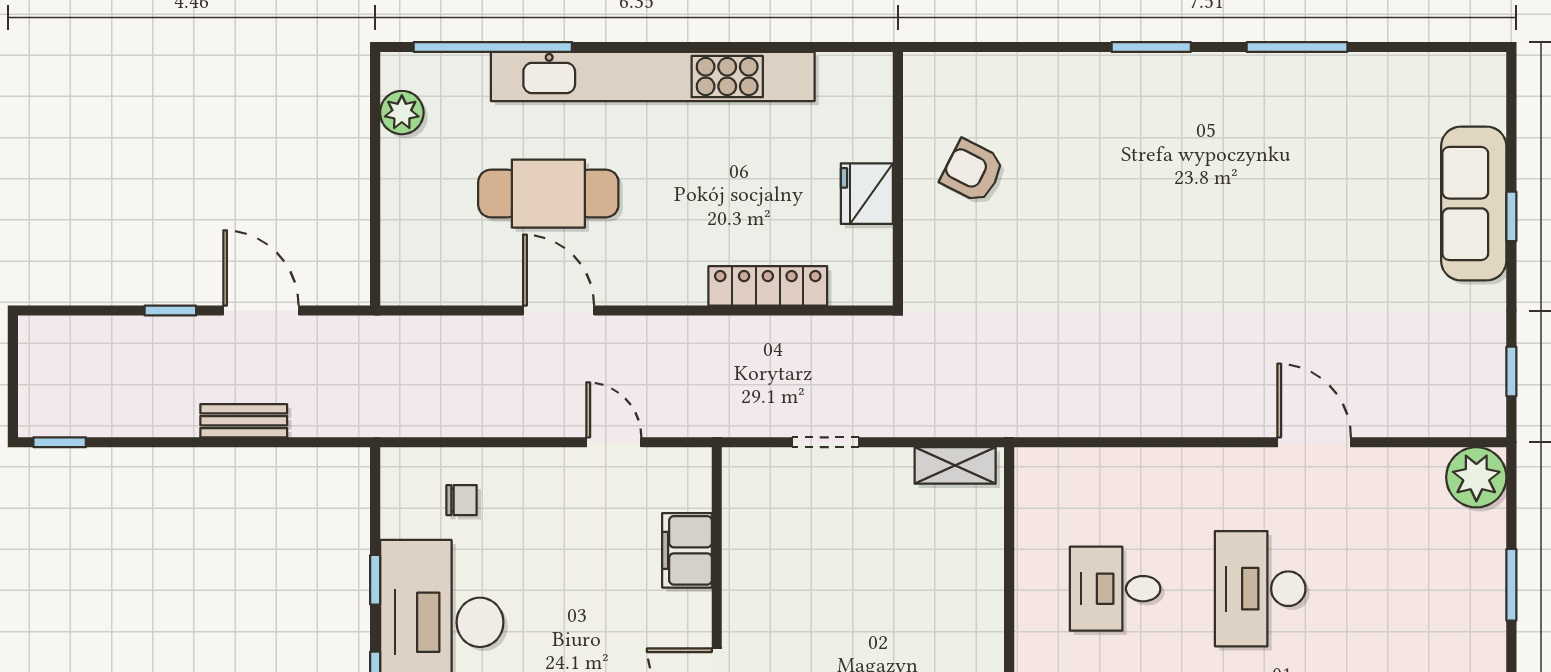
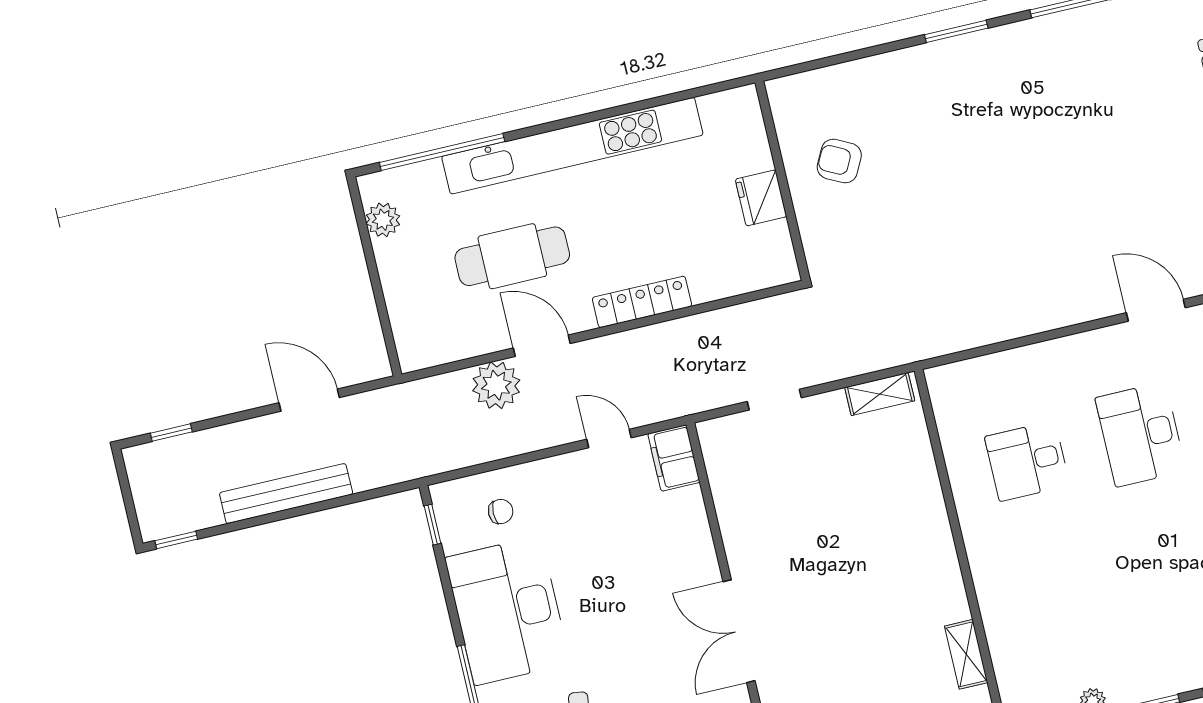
locker: (768, 286) -> (642, 302), moved
window: (170, 311) -> (171, 433), moved
plant: (492, 346) -> (496, 385), added
bench: (244, 421) -> (286, 494), width x1.86, depth x1.21
filing cabinet: (687, 550) -> (674, 458), moved
window: (375, 580) -> (432, 525), moved

